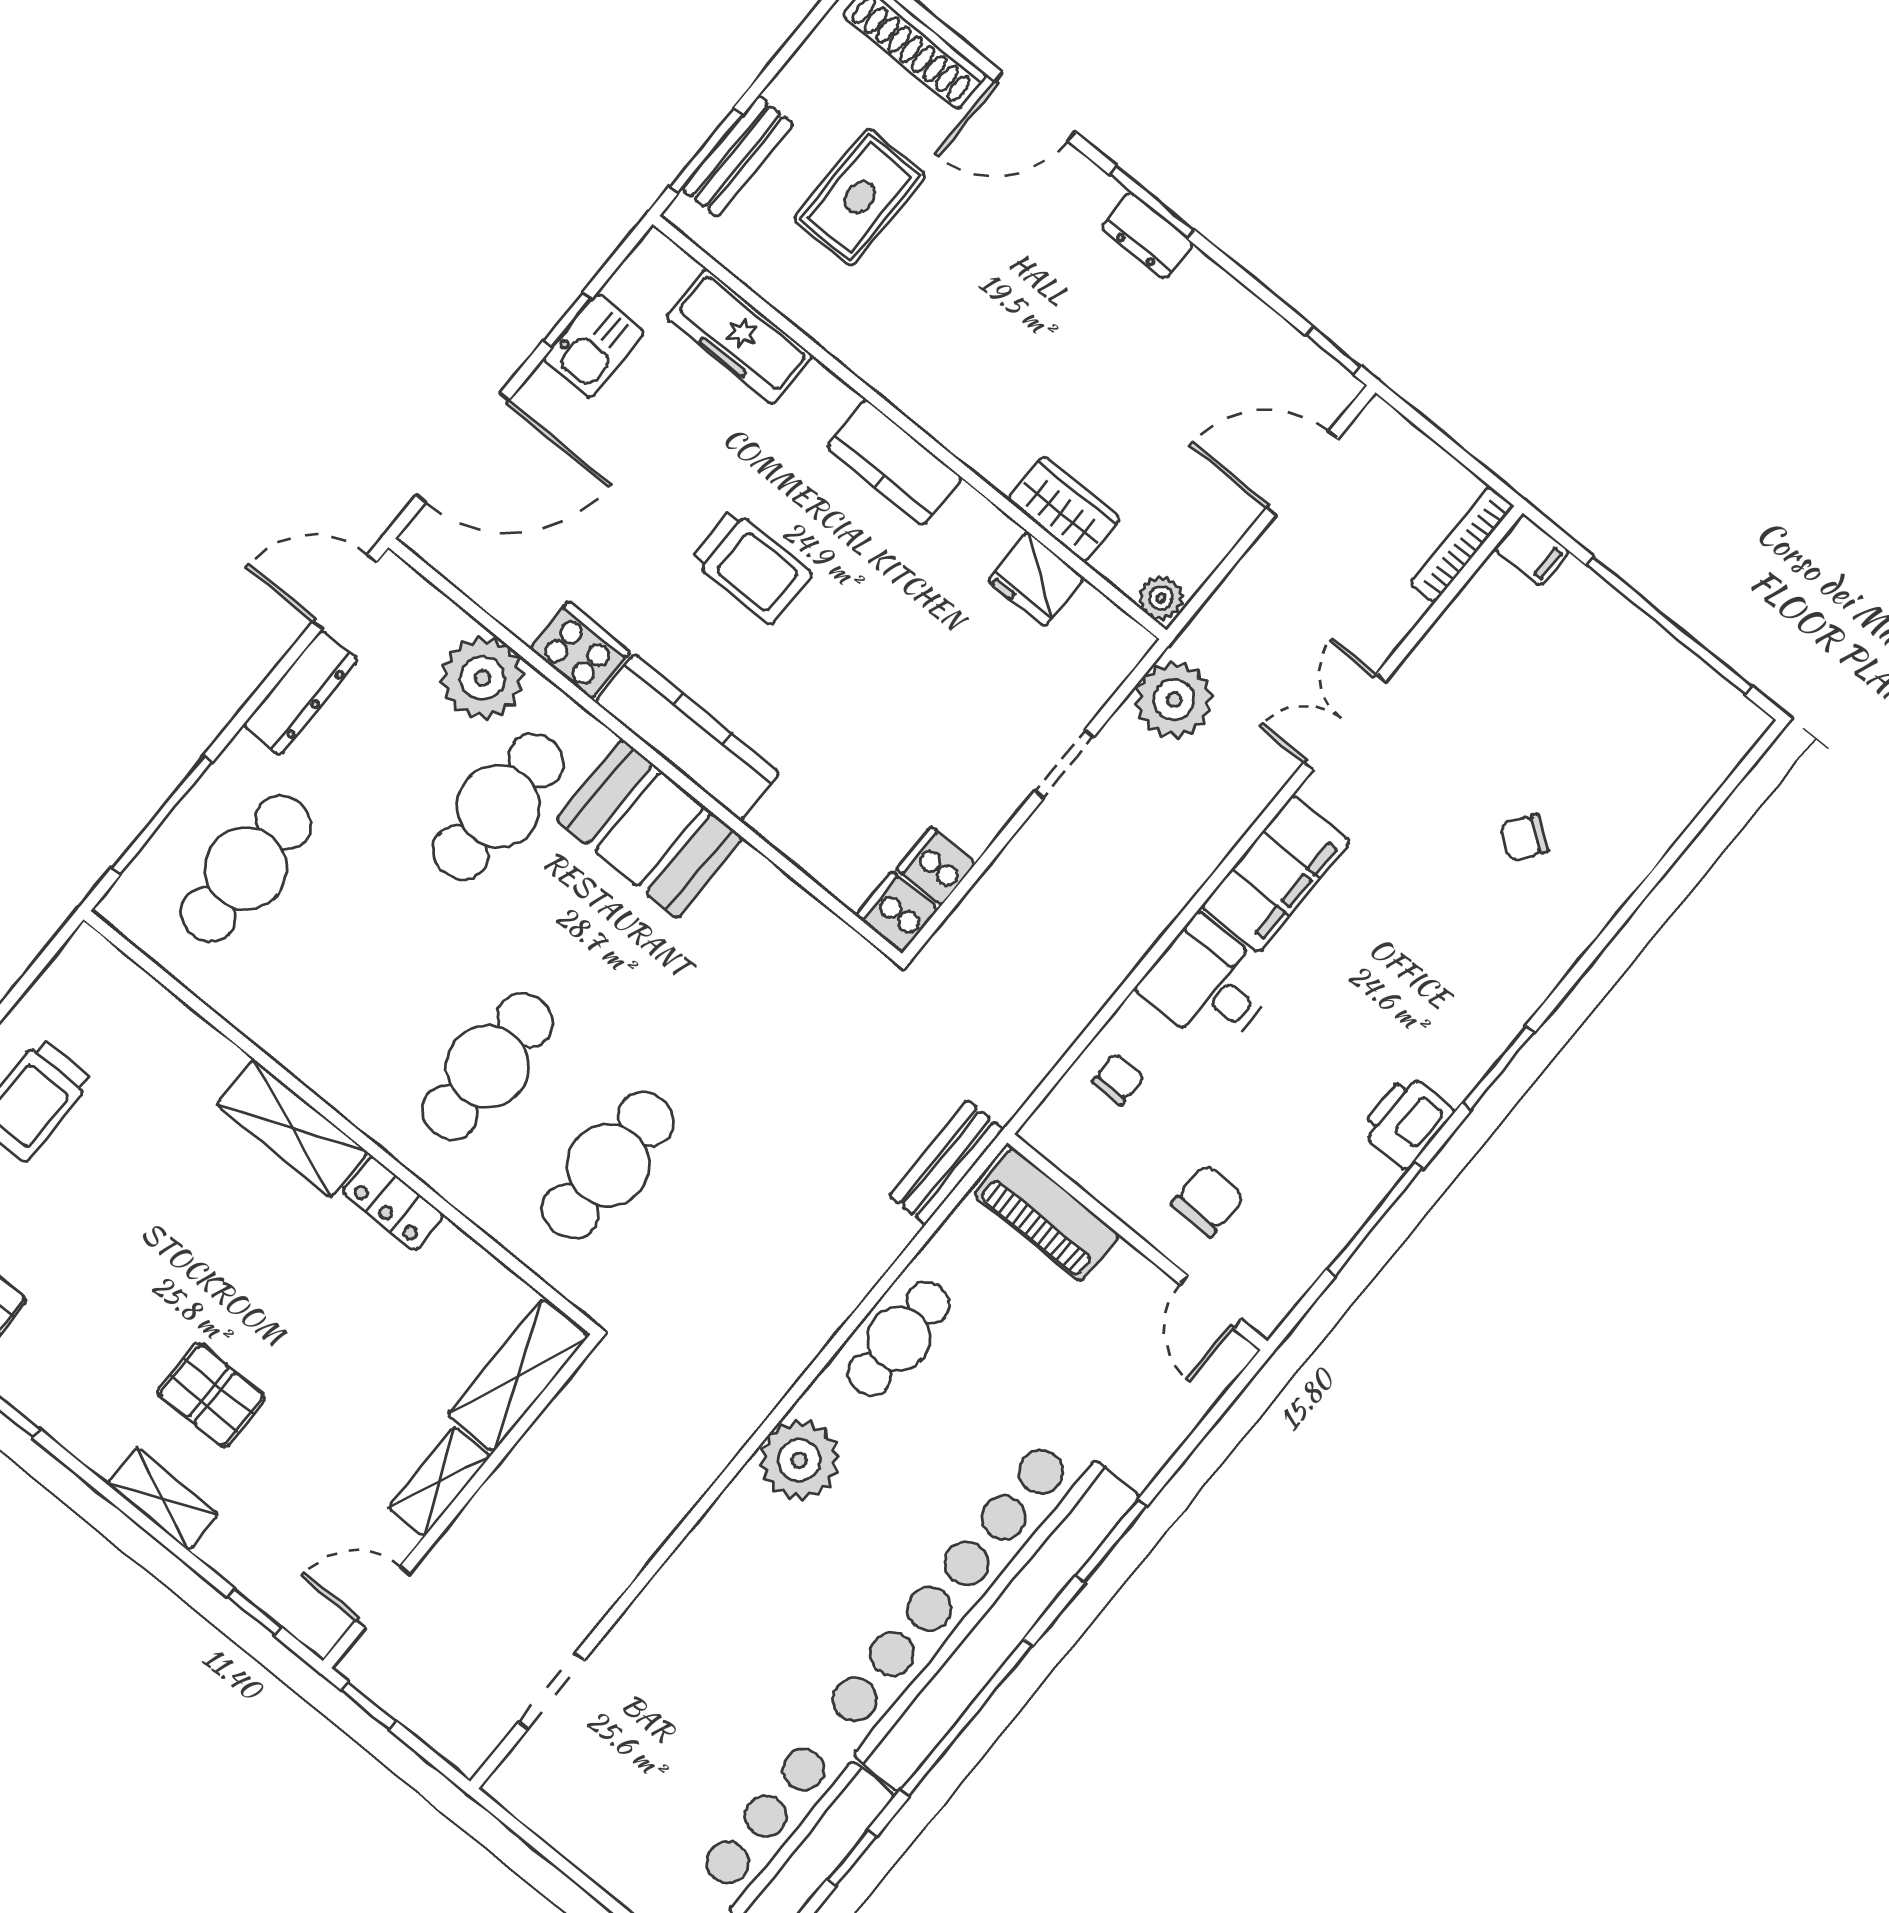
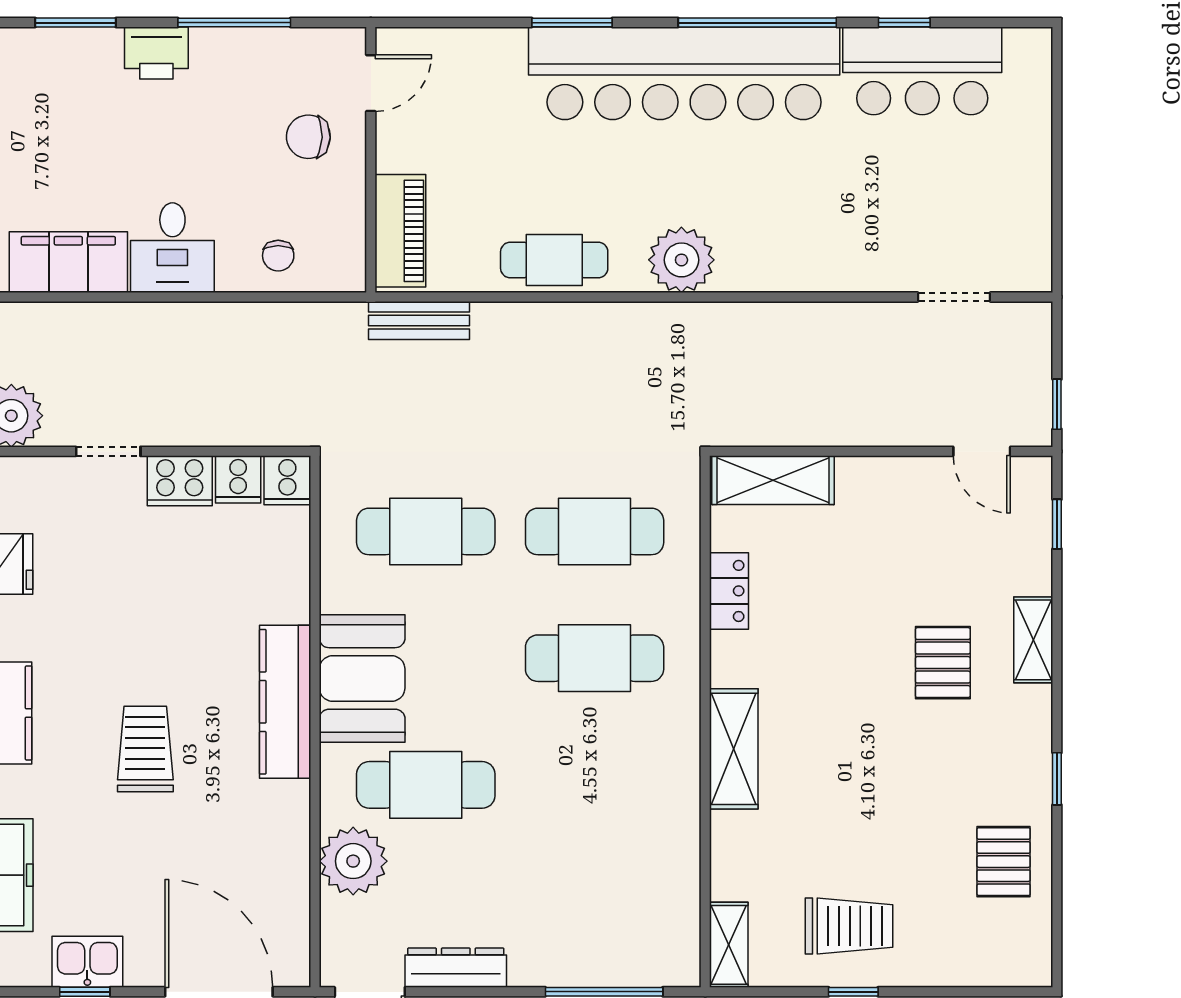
cooker: (580, 650) -> (180, 481), moved, turned -90
cafe table: (246, 869) -> (426, 531), moved
chair: (1118, 1079) -> (278, 256), turned -89
locker: (393, 1203) -> (729, 591), moved
shelving: (439, 1482) -> (729, 945), moved, turned 90

